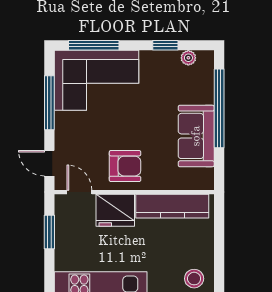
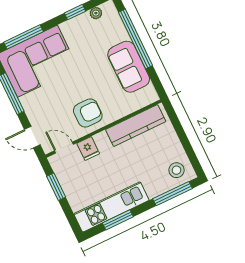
fridge: (115, 210) -> (88, 148), width x0.53, depth x0.75

